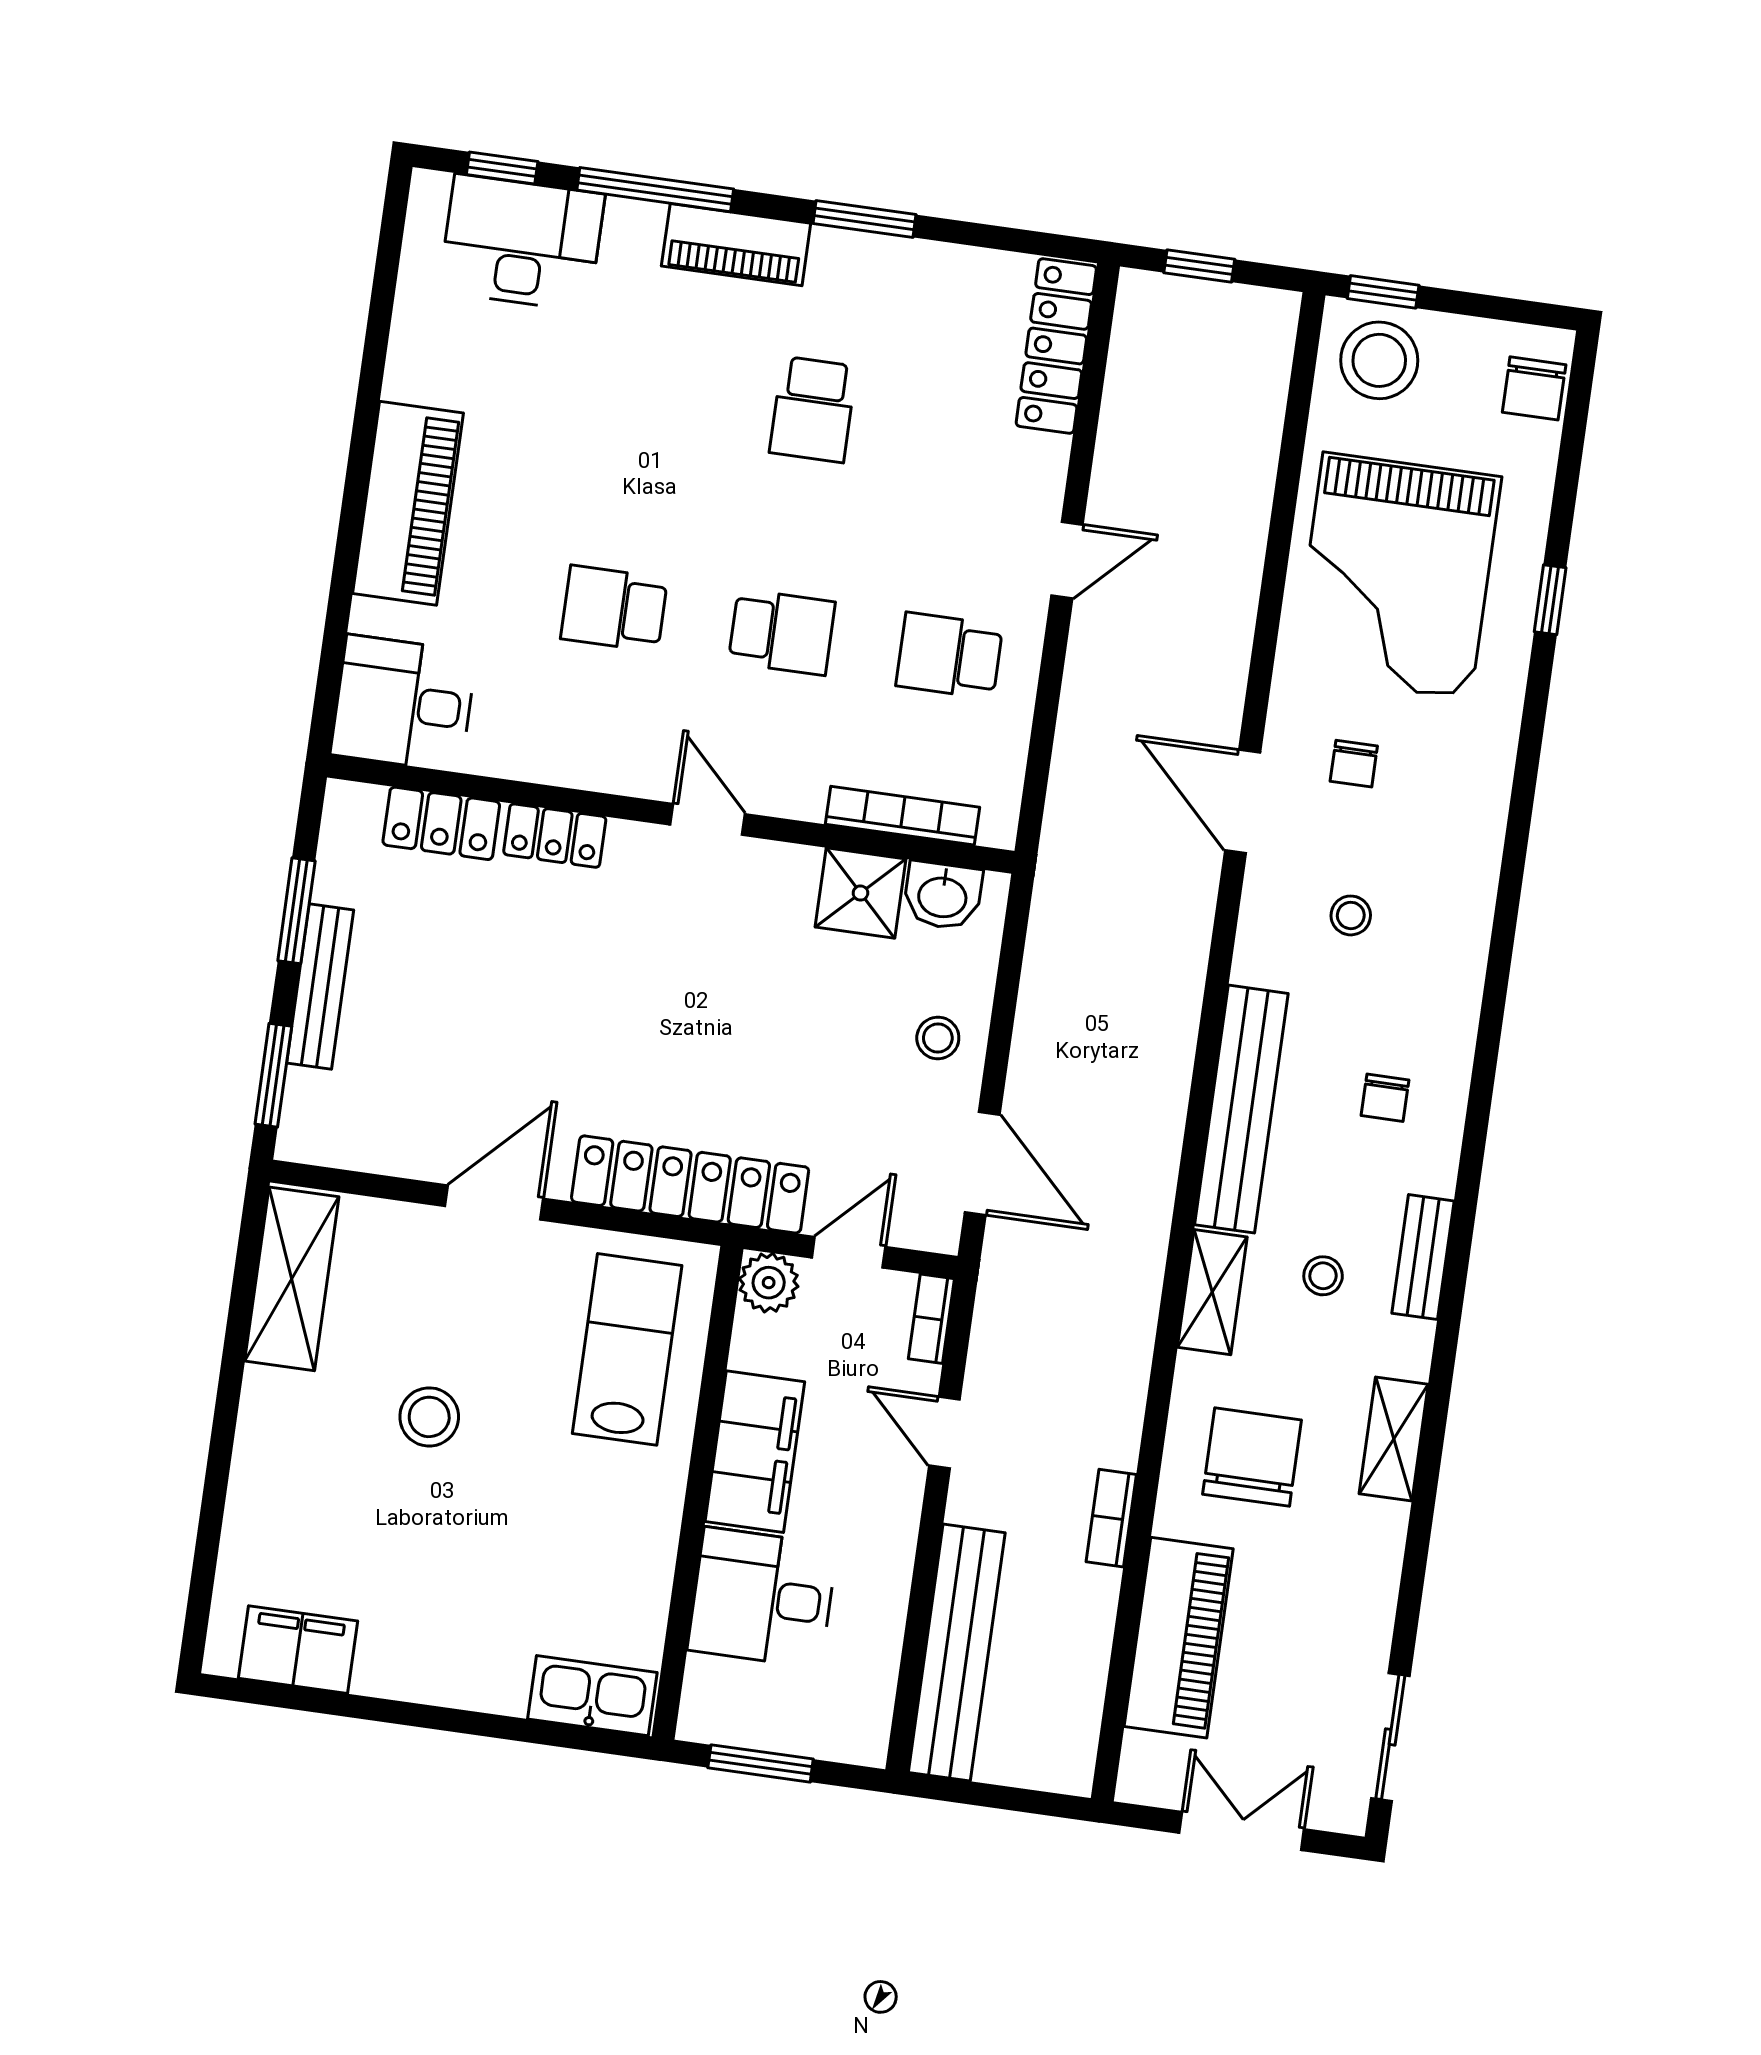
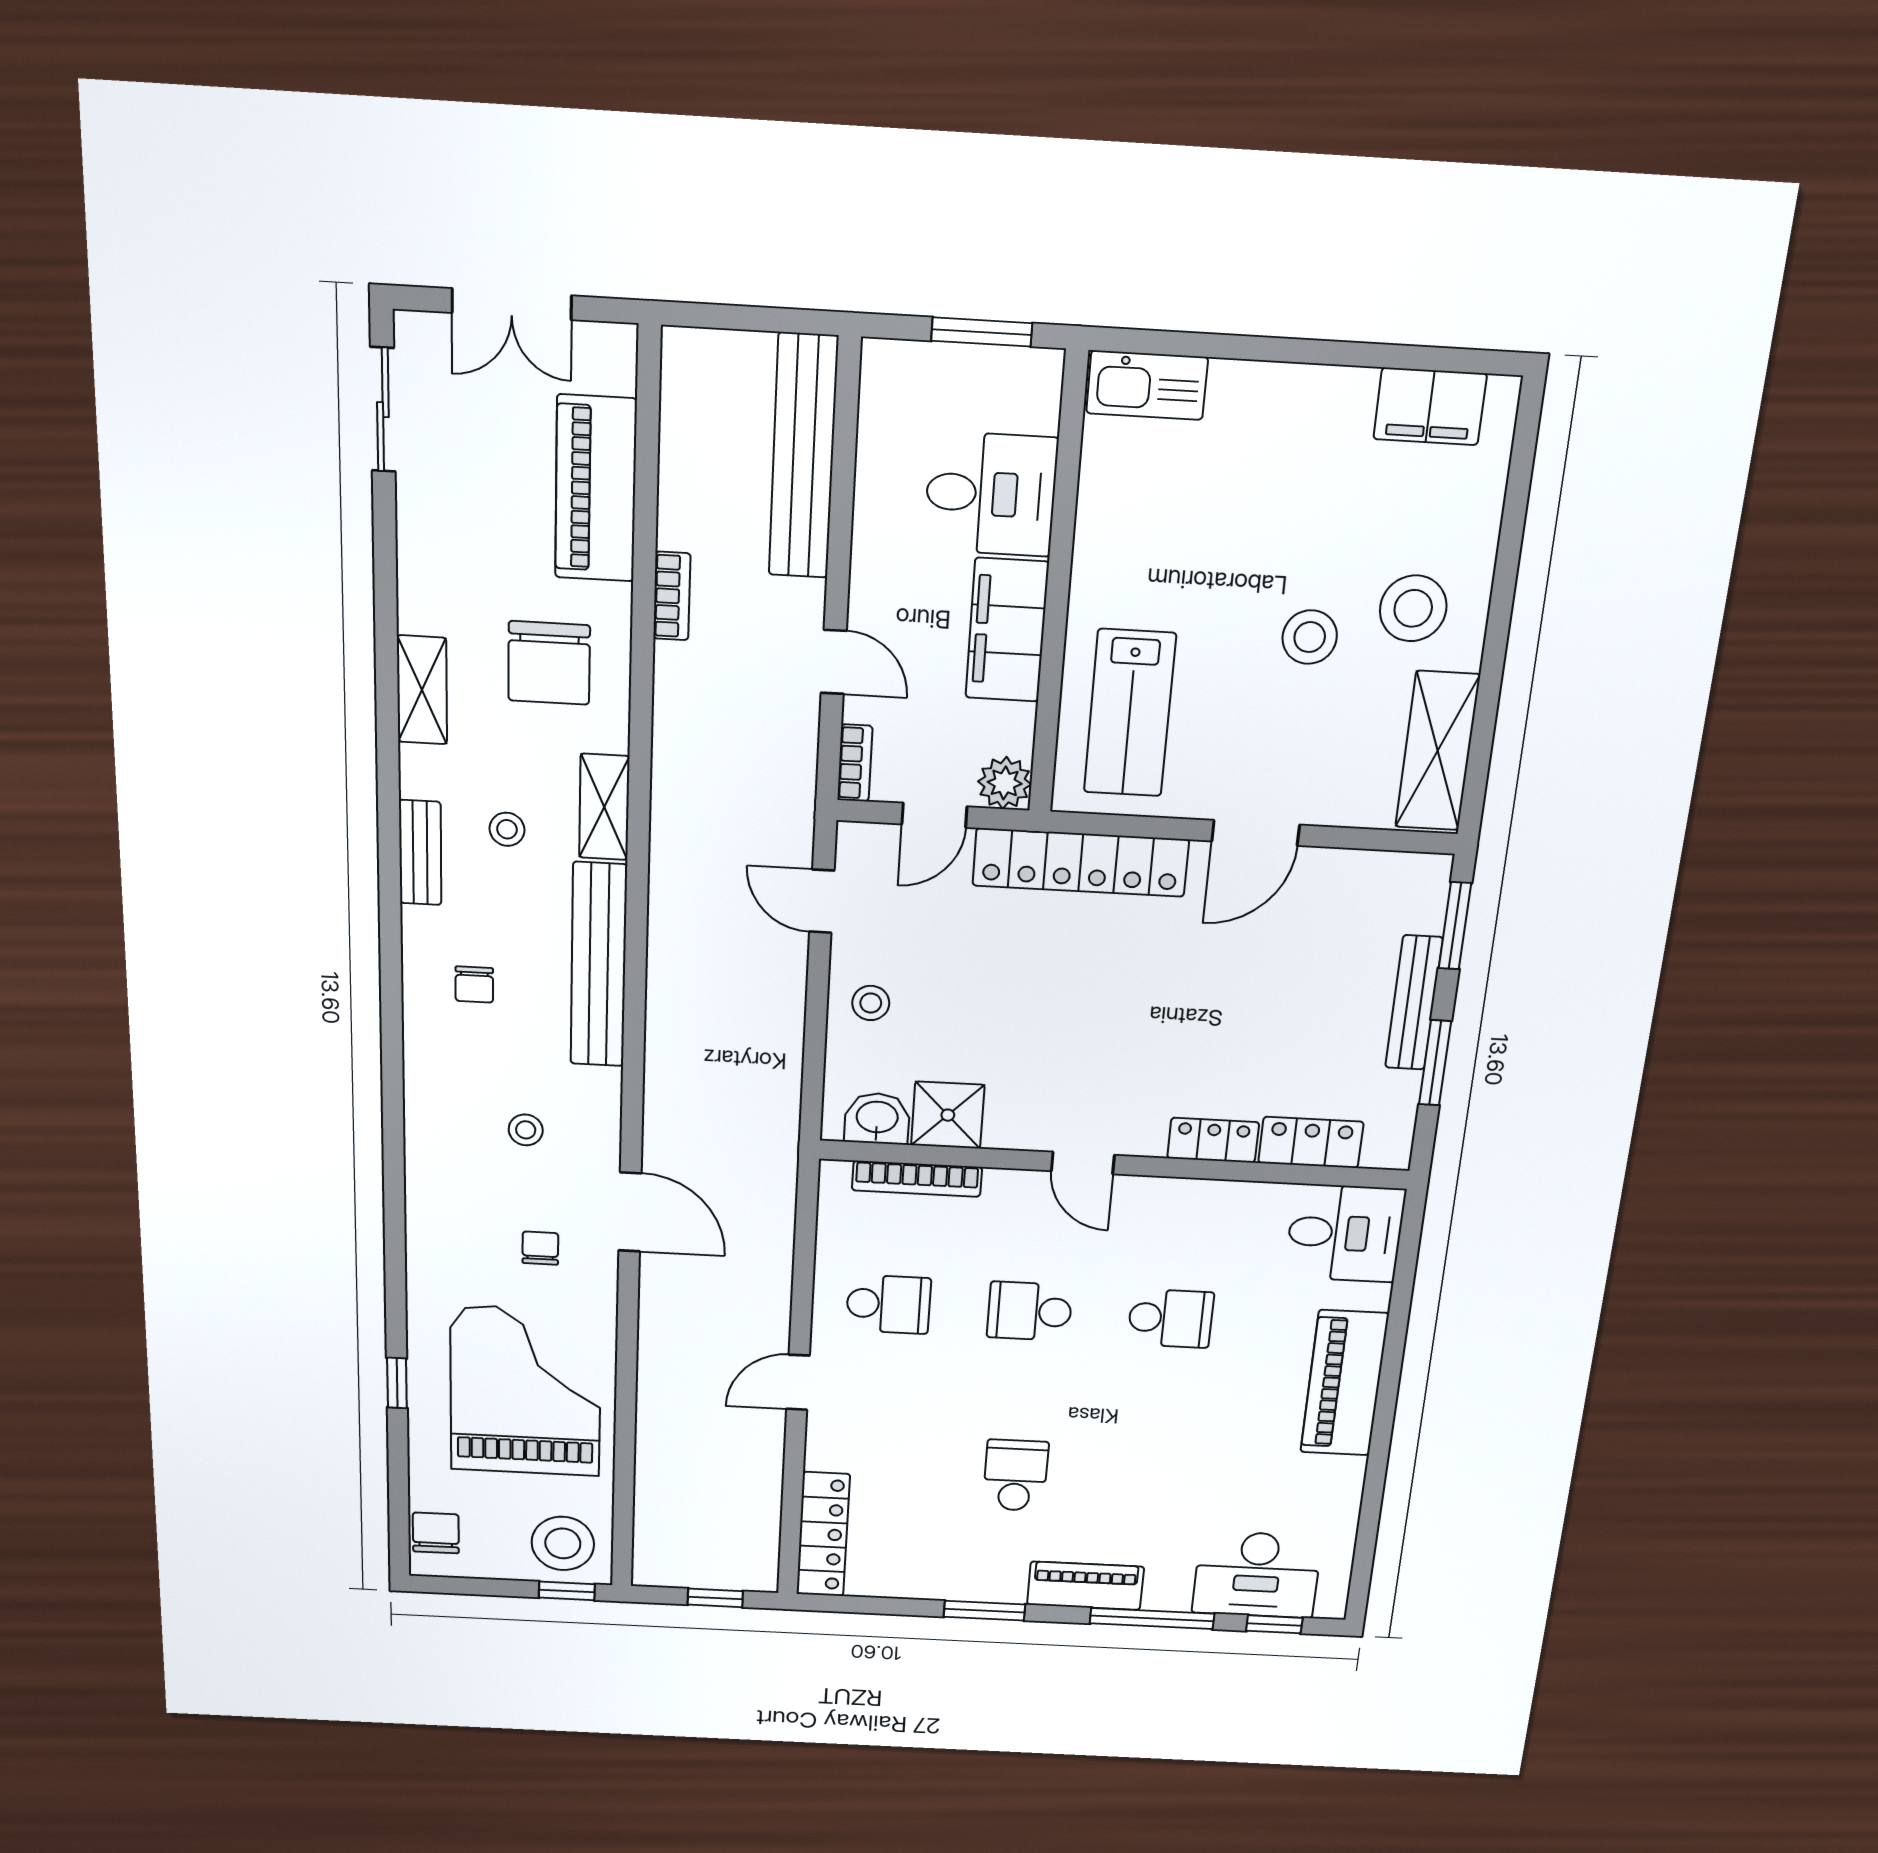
chair: (1385, 1098) -> (474, 985), turned 180
door: (982, 1163) -> (822, 901), width x0.73
stool: (317, 1439) -> (1413, 608), added

